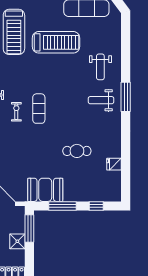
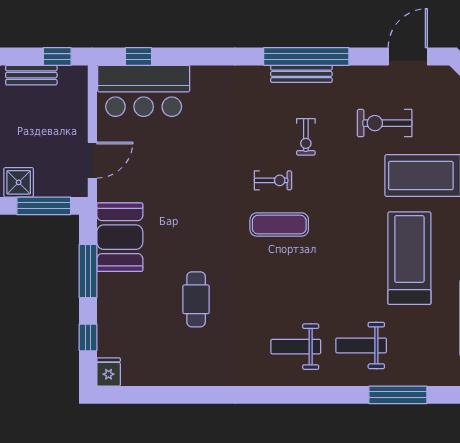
treadmill: (56, 42) -> (409, 258), turned 180
window: (126, 97) -> (398, 395), moved
weight bench: (101, 100) -> (296, 347), turned -90
fridge: (114, 164) -> (109, 372), moved

